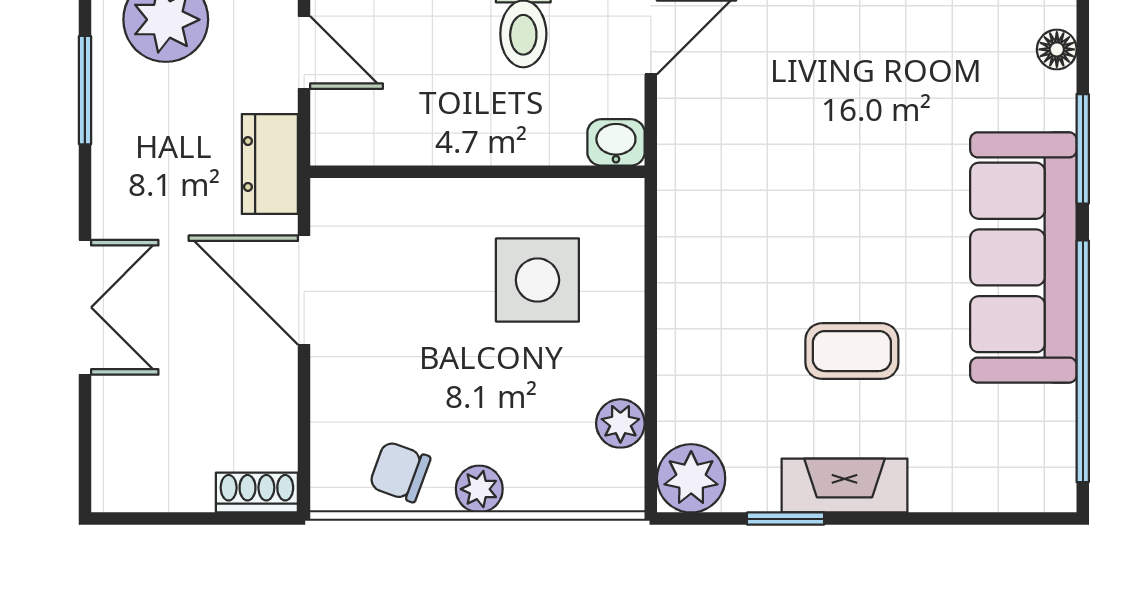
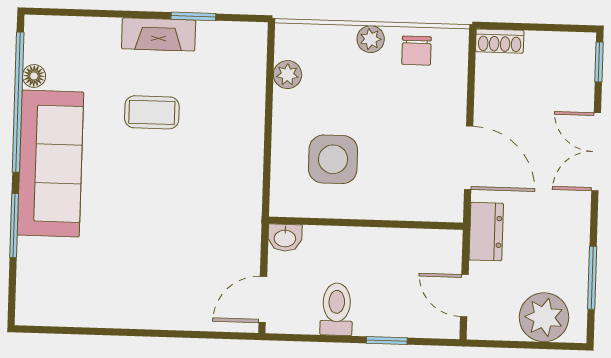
floor lamp: (1057, 49) -> (34, 76), moved
window: (85, 462) -> (599, 62), added
chair: (400, 472) -> (416, 51), turned 70
plant: (691, 478) -> (248, 41), removed

